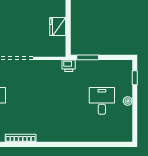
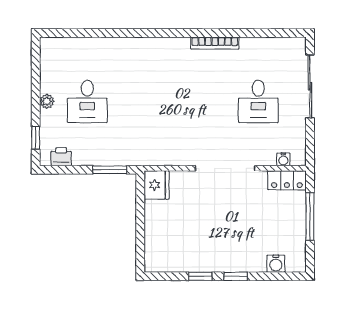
fridge: (58, 26) -> (157, 185), moved
printer: (69, 66) -> (61, 157), moved

